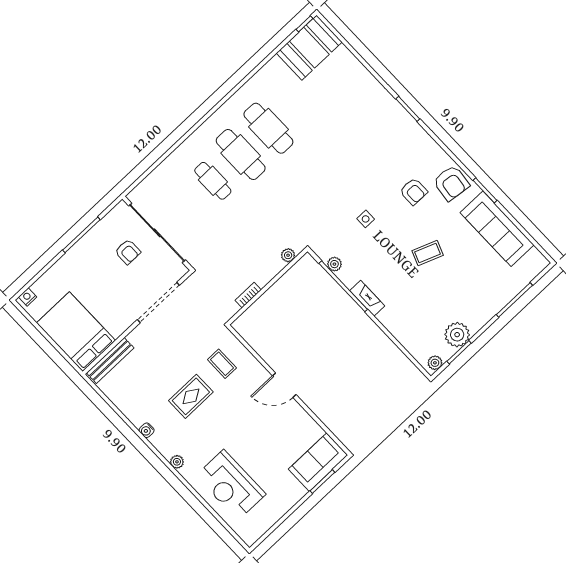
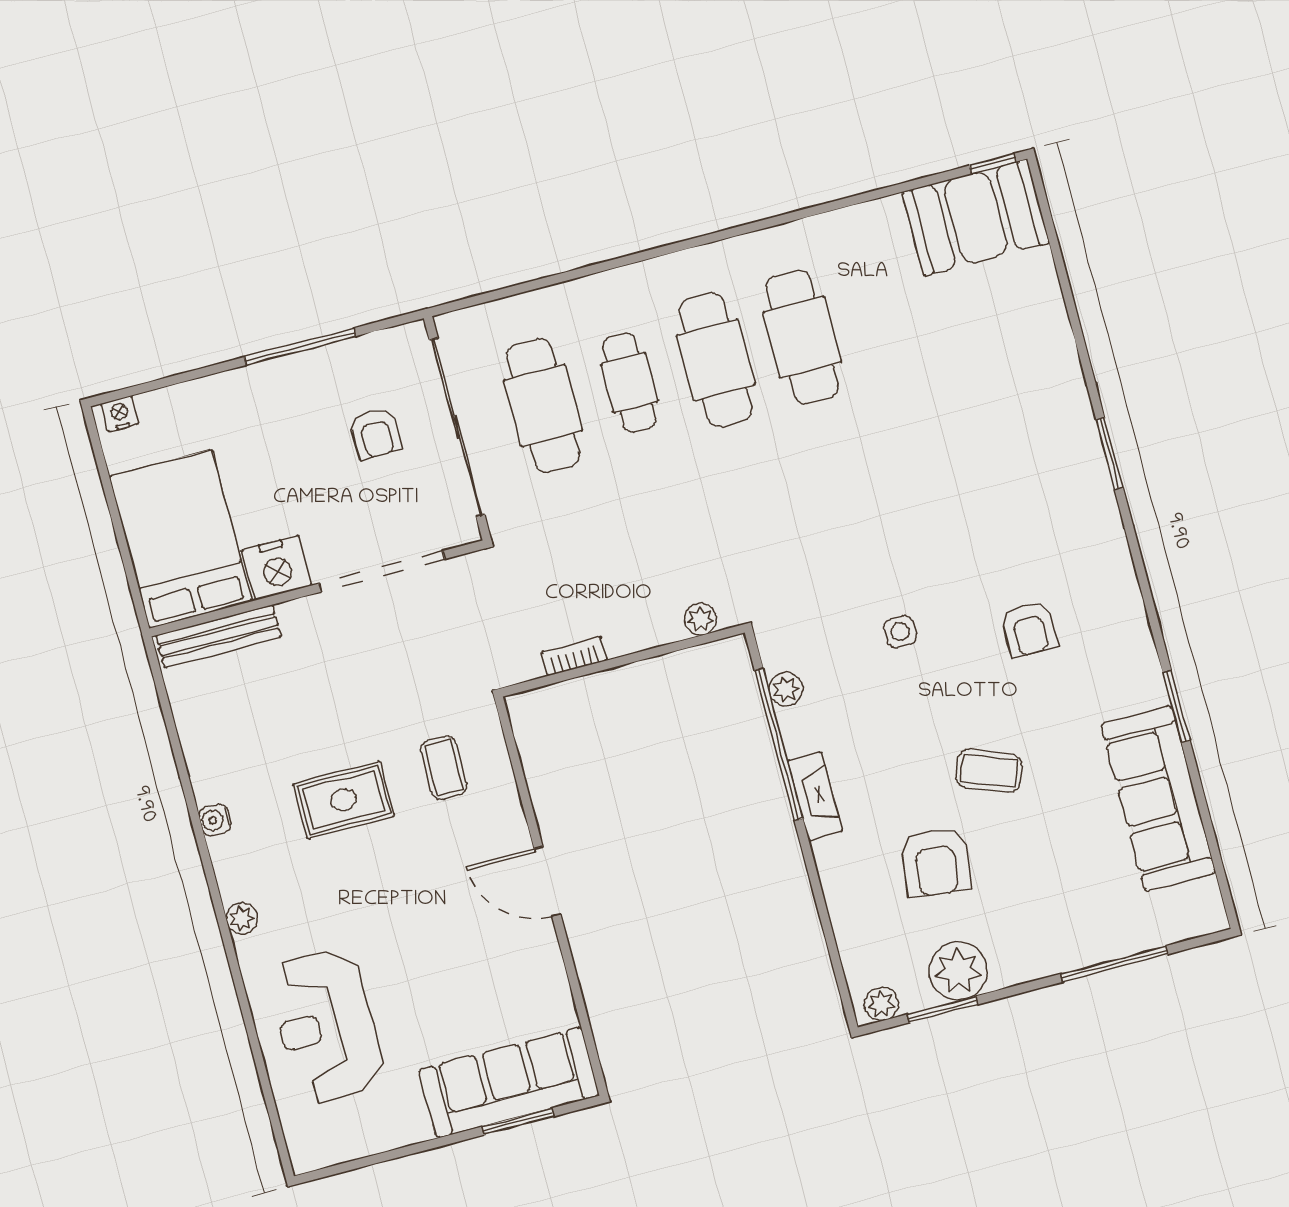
armchair: (451, 183) -> (936, 862), moved
cafe table: (185, 207) -> (543, 406), added
nightstand: (118, 323) -> (277, 568), added
sofa: (318, 462) -> (509, 1083), width x1.36

